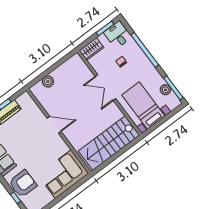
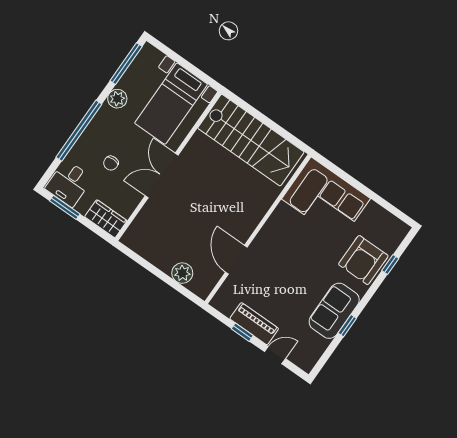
double door: (105, 87) -> (162, 175), swing flipped
plant: (165, 90) -> (117, 99), moved
door: (54, 125) -> (236, 260), moved
armchair: (23, 184) -> (363, 260), turned -90

